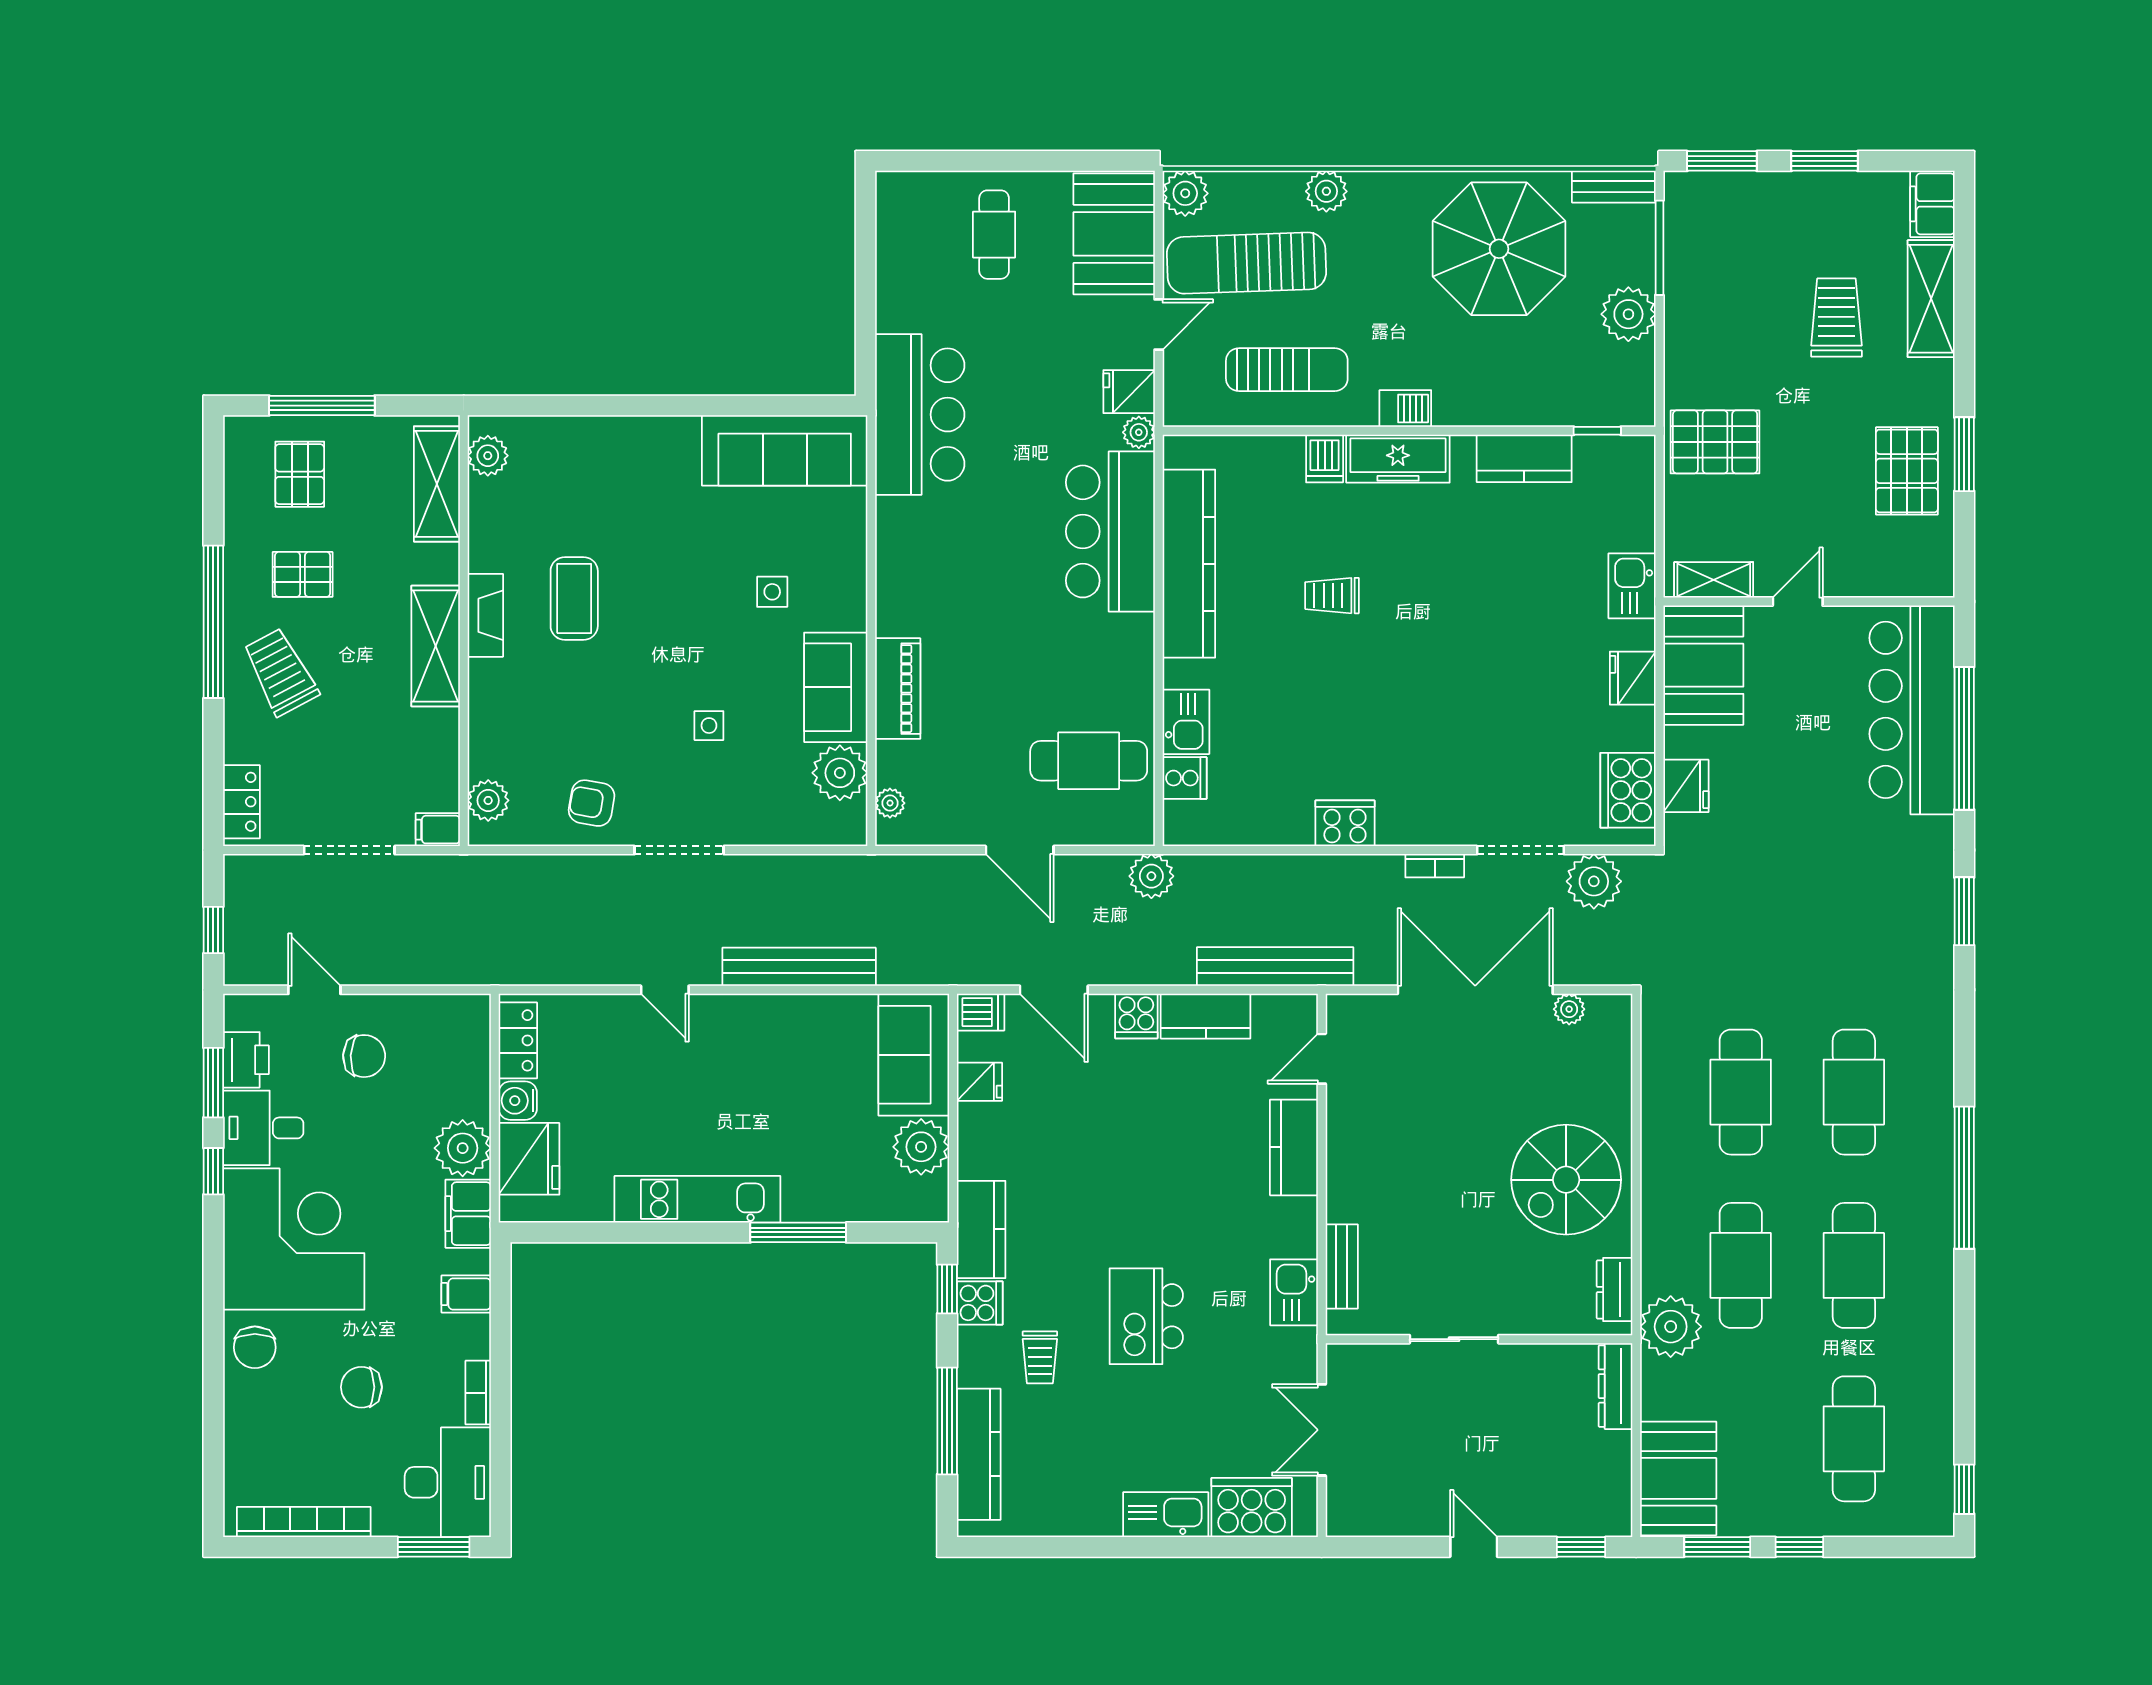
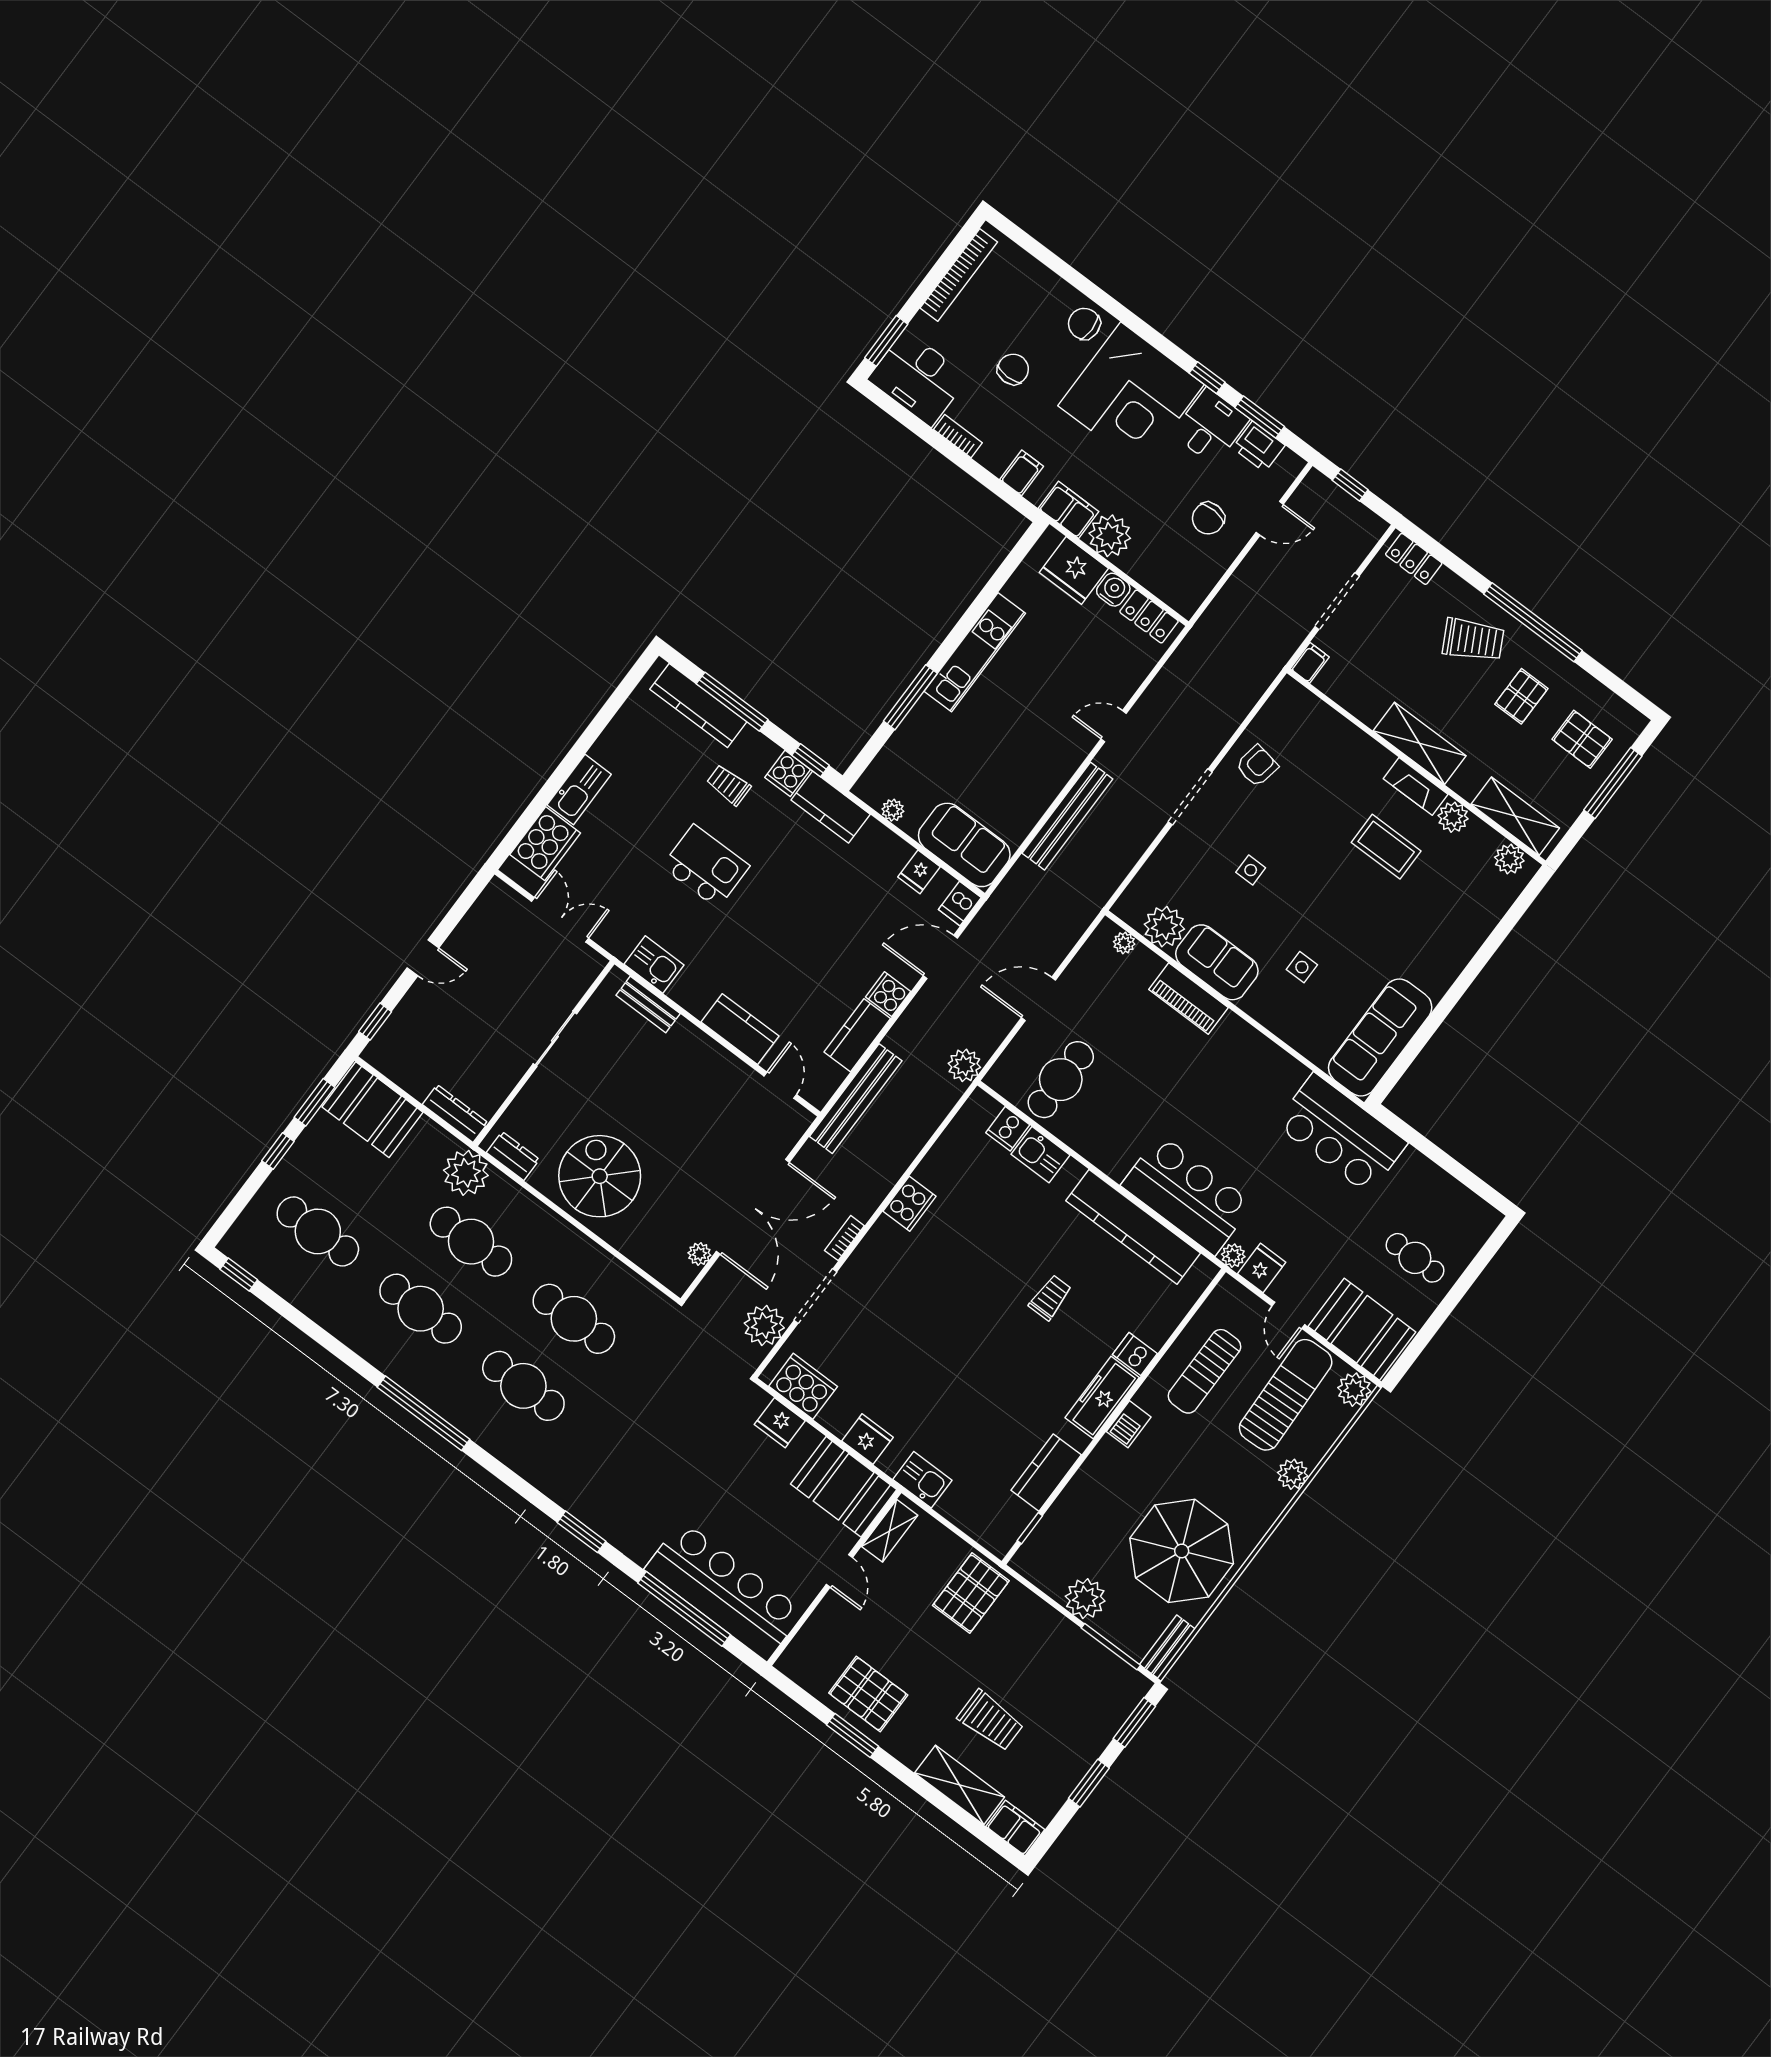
plant: (488, 800) -> (1453, 817), moved
plant: (921, 1147) -> (893, 810), width x0.53, depth x0.53

